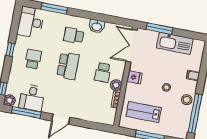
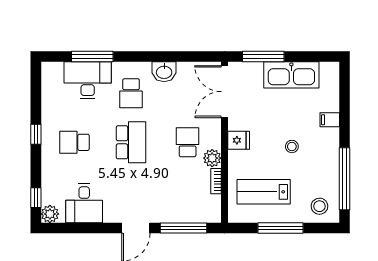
desk: (31, 22) -> (88, 80), moved, turned 90
school desk: (74, 36) -> (131, 93), turned -90
school desk: (33, 59) -> (74, 142), turned -90
school desk: (103, 72) -> (188, 142), turned 180
stool: (187, 100) -> (319, 206), moved
window: (26, 112) -> (183, 228), moved

